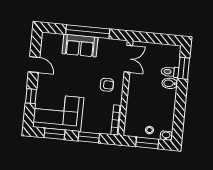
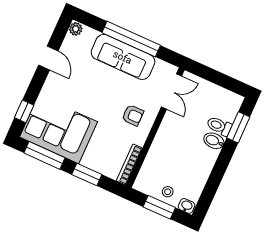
plant: (46, 38) -> (76, 29), added
sofa: (80, 46) -> (123, 57), width x1.36
window: (31, 96) -> (24, 111), moved
window: (54, 134) -> (44, 155), width x1.44

